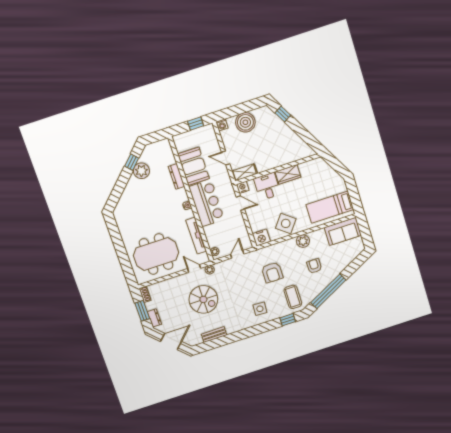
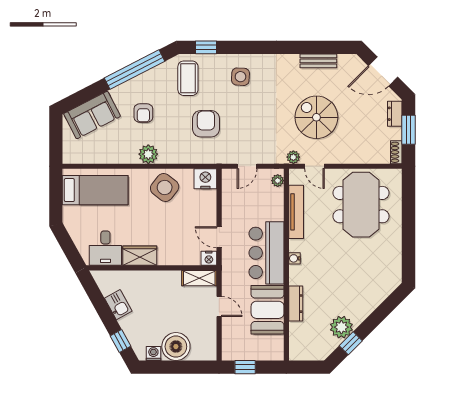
washing machine: (222, 125) -> (153, 353), moved
kitchen sink: (292, 138) -> (118, 305), added
desk: (267, 186) -> (105, 248), moved
sofa: (343, 231) -> (92, 115), moved, turned 153
meeting table: (156, 254) -> (361, 205), turned 90

